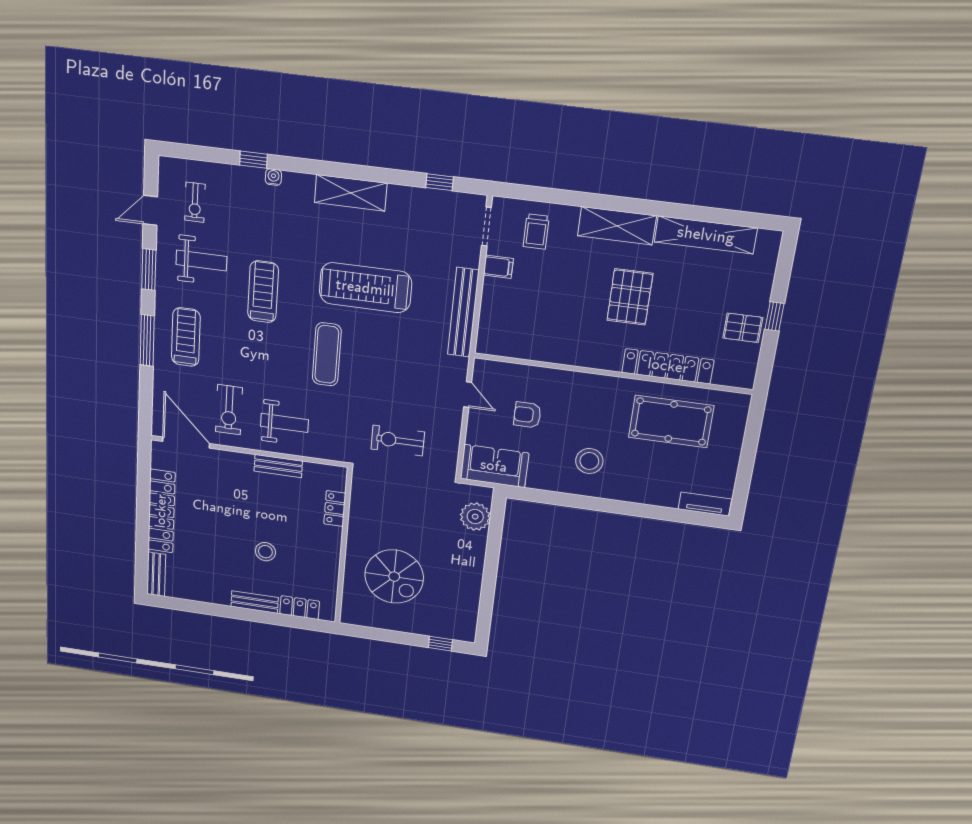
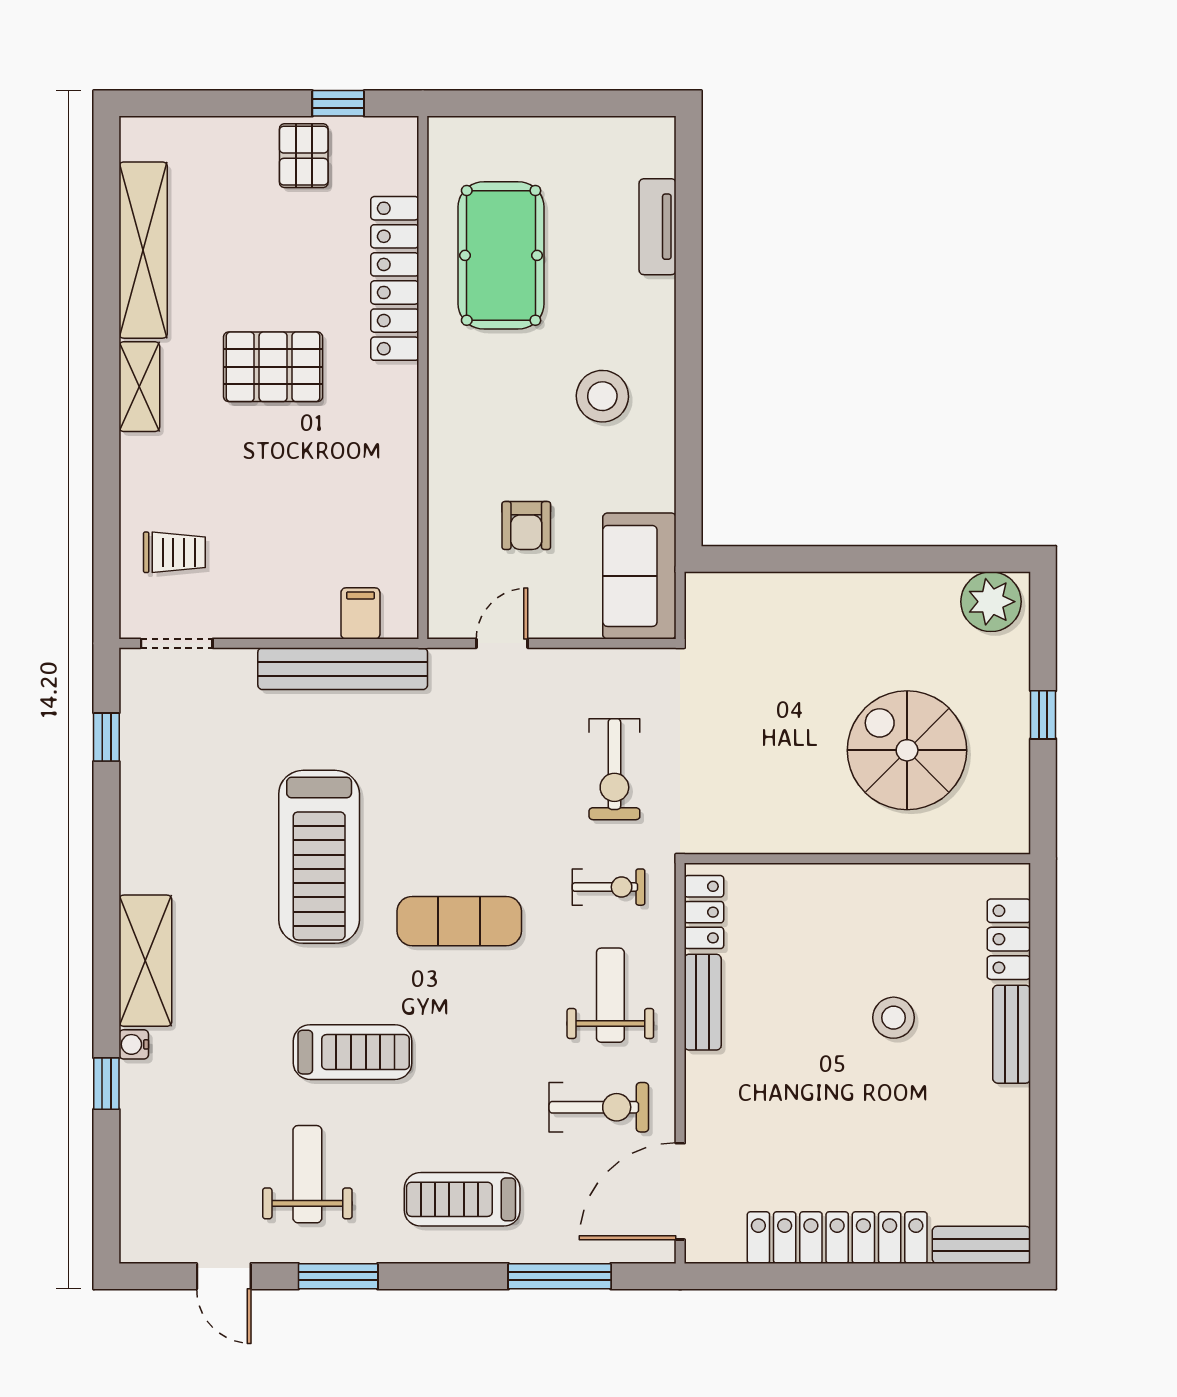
shelving: (351, 193) -> (145, 961), moved
exercise bike: (195, 202) -> (609, 887), moved
shelving: (617, 226) -> (139, 387), width x0.67, depth x0.75
filing cabinet: (498, 267) -> (360, 613), moved
treadmill: (263, 292) -> (353, 1052), turned 180
window: (775, 316) -> (338, 103), moved
window: (147, 340) -> (560, 1276), moved
tv unit: (705, 504) -> (658, 227), moved
locker: (335, 509) -> (704, 912), moved, turned -90
plant: (475, 517) -> (991, 602), moved
spiral stairs: (394, 577) -> (907, 750), turned -90
window: (440, 644) -> (1043, 715), moved

